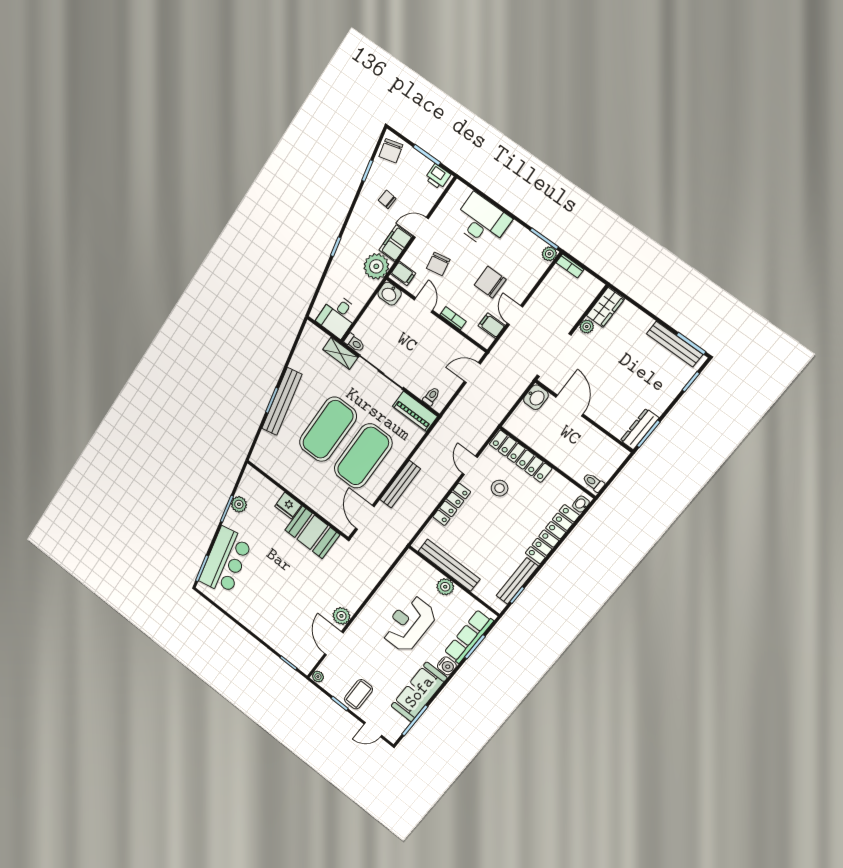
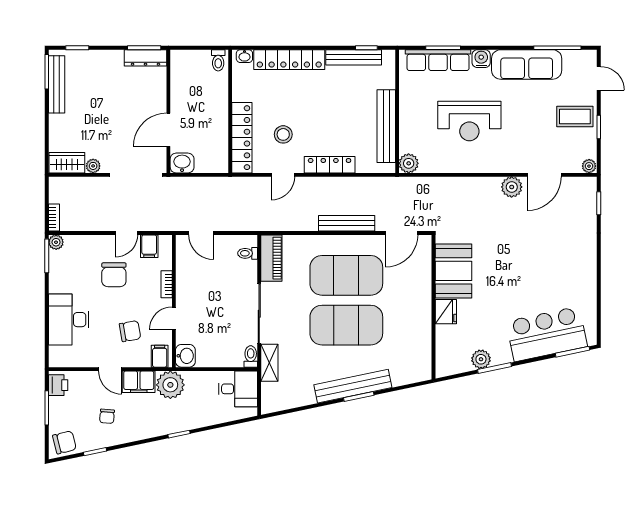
plant: (445, 587) -> (409, 163), moved

